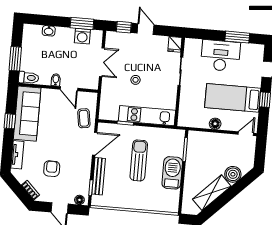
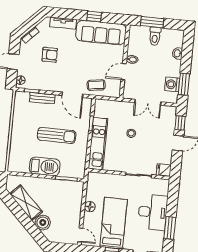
toilet: (29, 78) -> (155, 36), moved
bench: (99, 176) -> (42, 98), width x0.73

